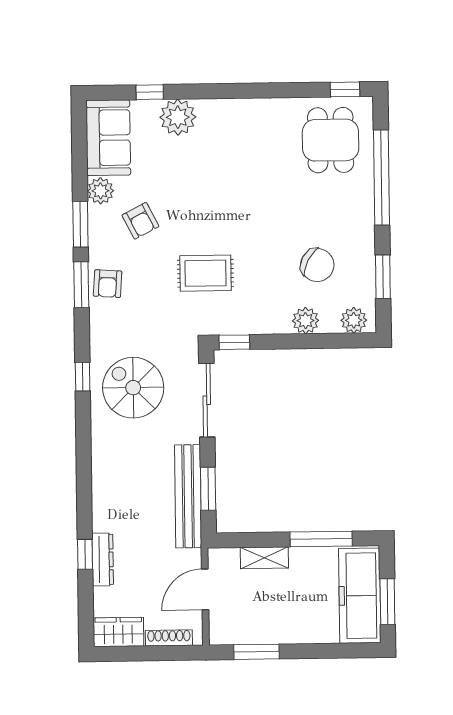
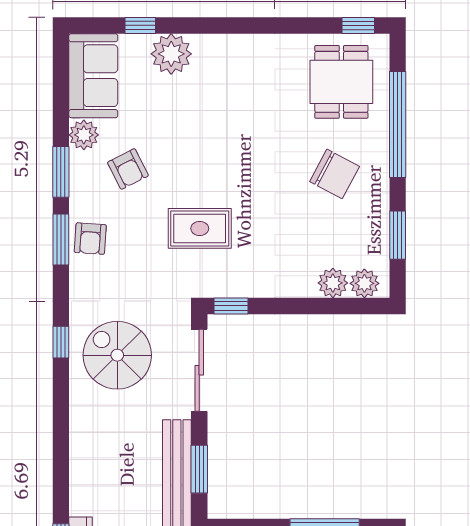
chair: (317, 265) -> (335, 174), moved
plant: (306, 321) -> (333, 283), moved

